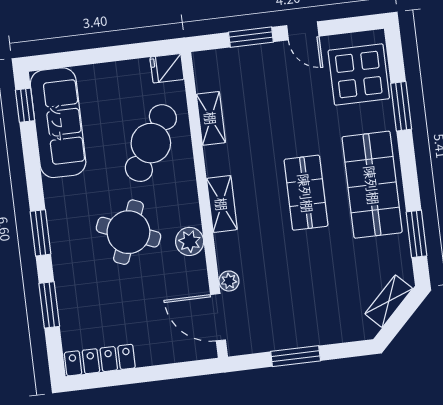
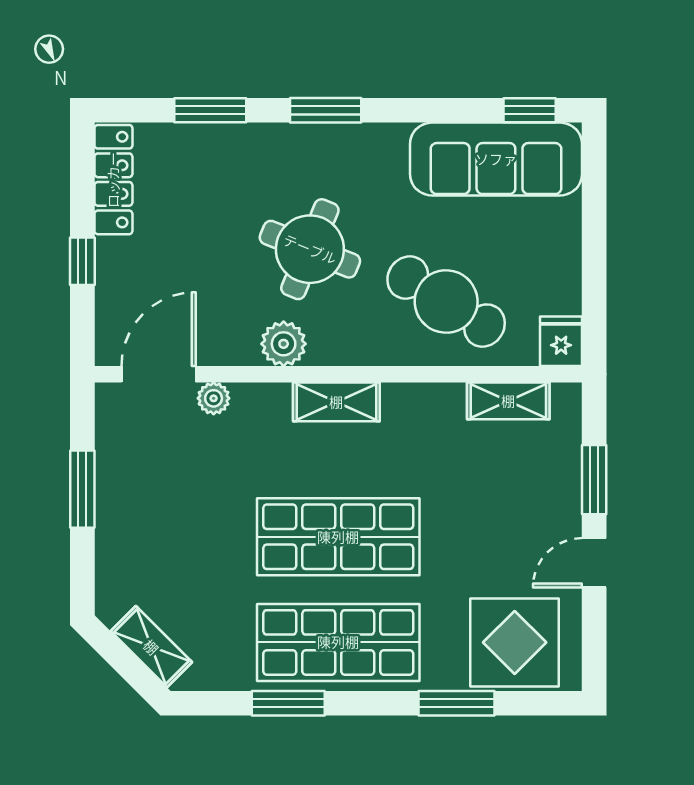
shelving: (211, 118) -> (508, 401), moved
shop shelf: (306, 193) -> (338, 537), width x1.43, depth x1.36
window: (417, 234) -> (288, 703), moved
window: (153, 373) -> (82, 261), added

